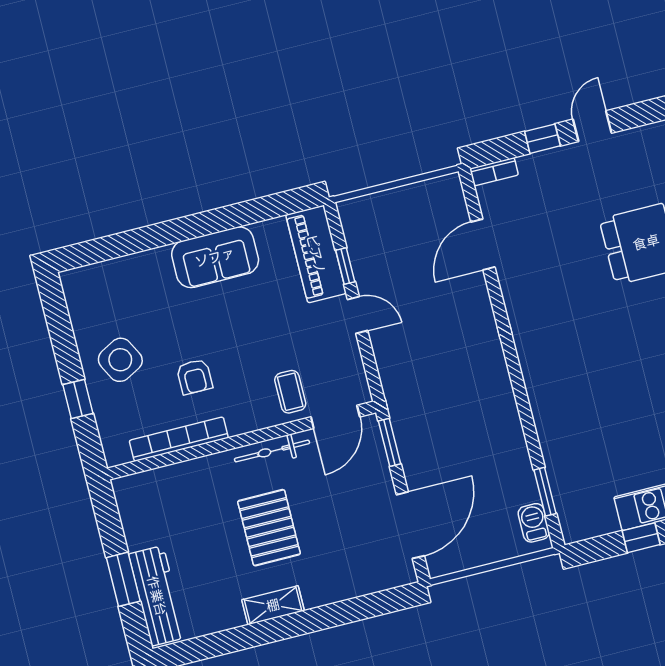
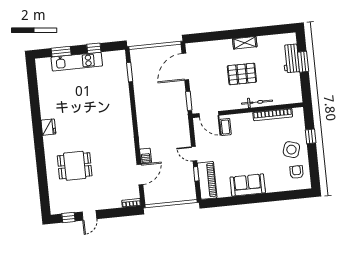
window: (542, 139) -> (68, 217), moved
side table: (120, 360) -> (291, 150), turned 45
armchair: (194, 377) -> (297, 172), moved
door: (335, 417) -> (209, 114), swing flipped
bicycle: (272, 451) -> (257, 102), moved
barbecue: (534, 523) -> (146, 156), moved
pallet: (269, 528) -> (242, 74), turned 90
workbench: (157, 596) -> (291, 58), width x0.73

